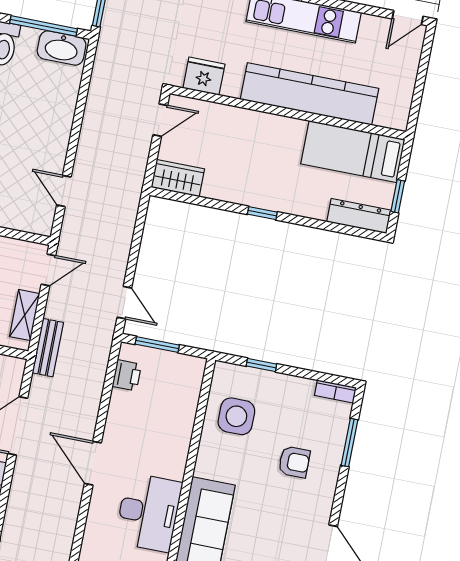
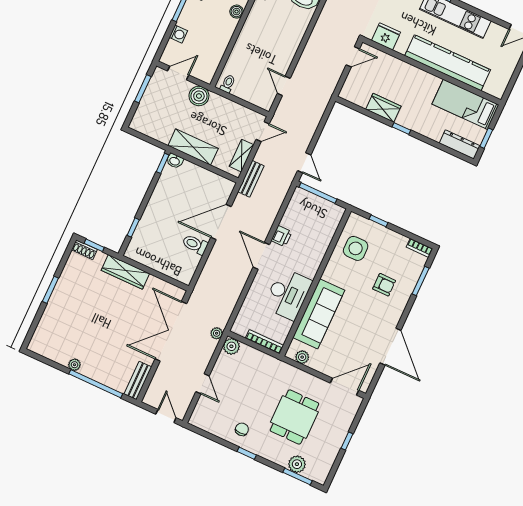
wardrobe: (178, 178) -> (383, 108), moved
window: (157, 345) -> (318, 193), width x1.44
printer: (127, 375) -> (282, 236), moved

